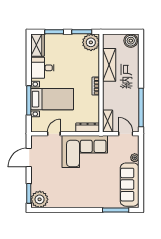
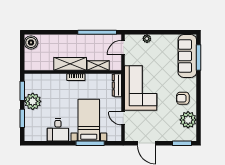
plant: (91, 42) -> (33, 101), moved
wardrobe: (38, 45) -> (35, 135), removed
shelving: (109, 65) -> (70, 64), moved
shelving: (108, 121) -> (98, 65), moved
sofa: (130, 185) -> (187, 56), moved, turned 90
armchair: (74, 194) -> (183, 98), added
plant: (40, 199) -> (188, 120), moved

